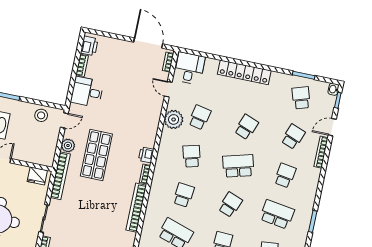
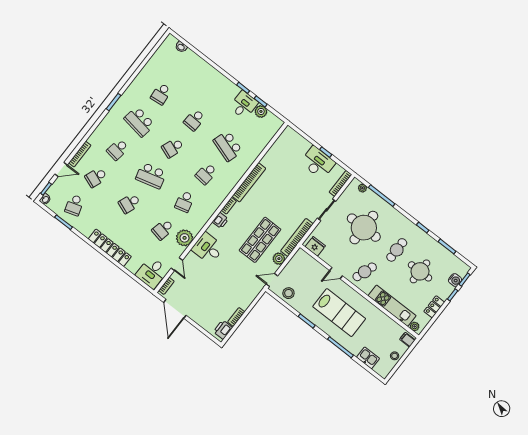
desk: (87, 92) -> (208, 248), moved, turned 180

